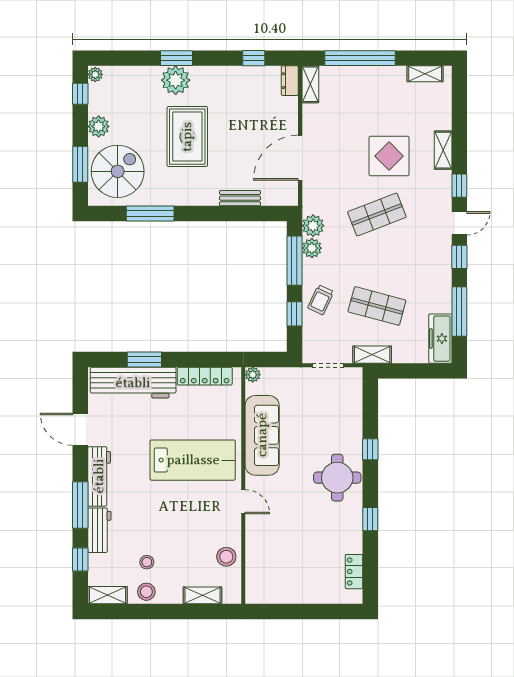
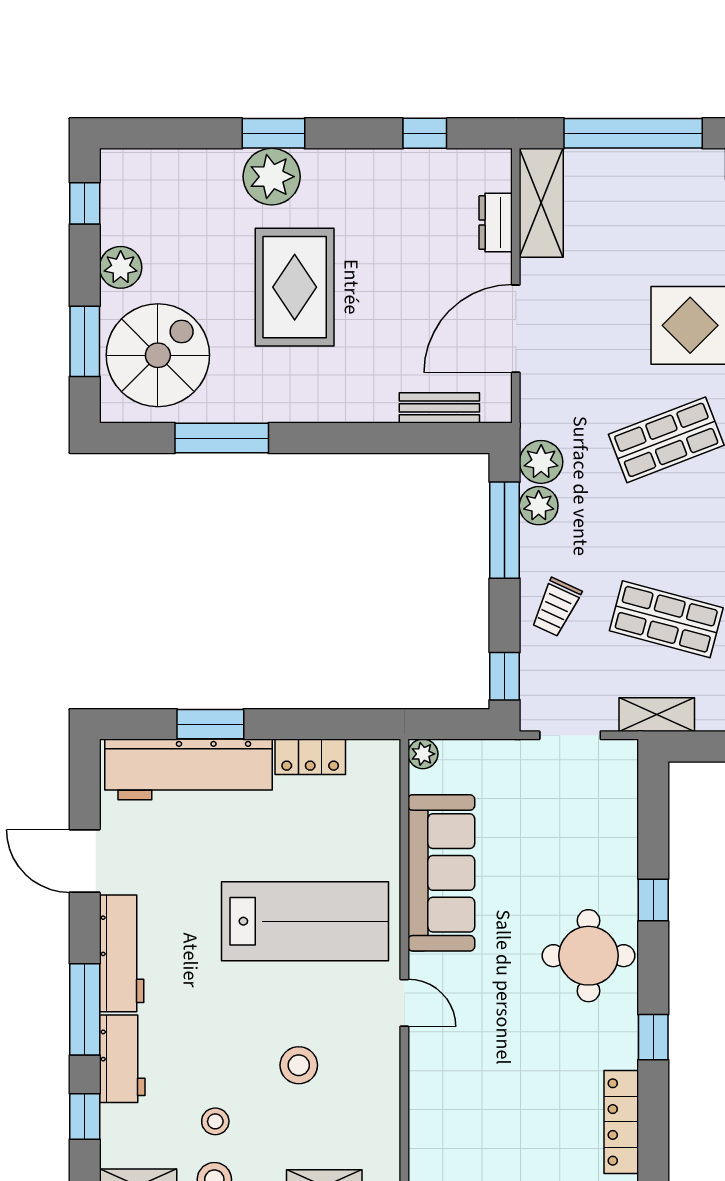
plant: (95, 74) -> (114, 165), removed
dresser: (290, 81) -> (496, 223), moved
shelving: (310, 84) -> (541, 203), width x1.50, depth x1.33
bench: (240, 198) -> (439, 408), moved
window: (294, 314) -> (505, 676), moved
locker: (205, 376) -> (310, 757), width x0.66
stool: (226, 557) -> (299, 1065), moved
locker: (354, 572) -> (621, 1122), width x1.53

